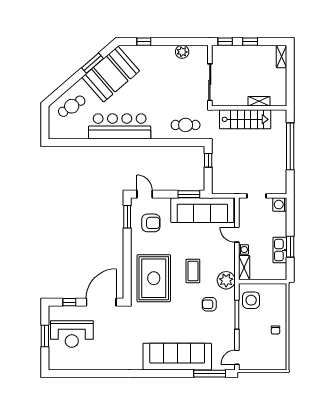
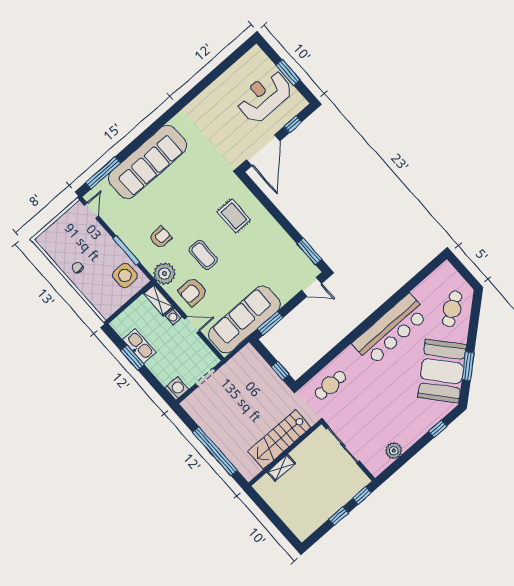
shelving: (282, 56) -> (297, 528), removed
armchair: (151, 223) -> (193, 292), moved
rug: (154, 278) -> (234, 216), width x0.54, depth x0.49

